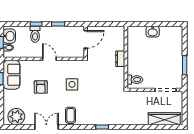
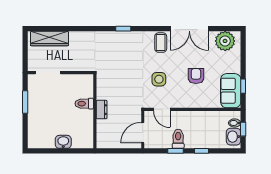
toilet: (35, 34) -> (178, 139), moved
door: (49, 59) -> (162, 109), moved
toilet: (135, 80) -> (84, 104), moved
double door: (46, 127) -> (189, 29), width x1.37

